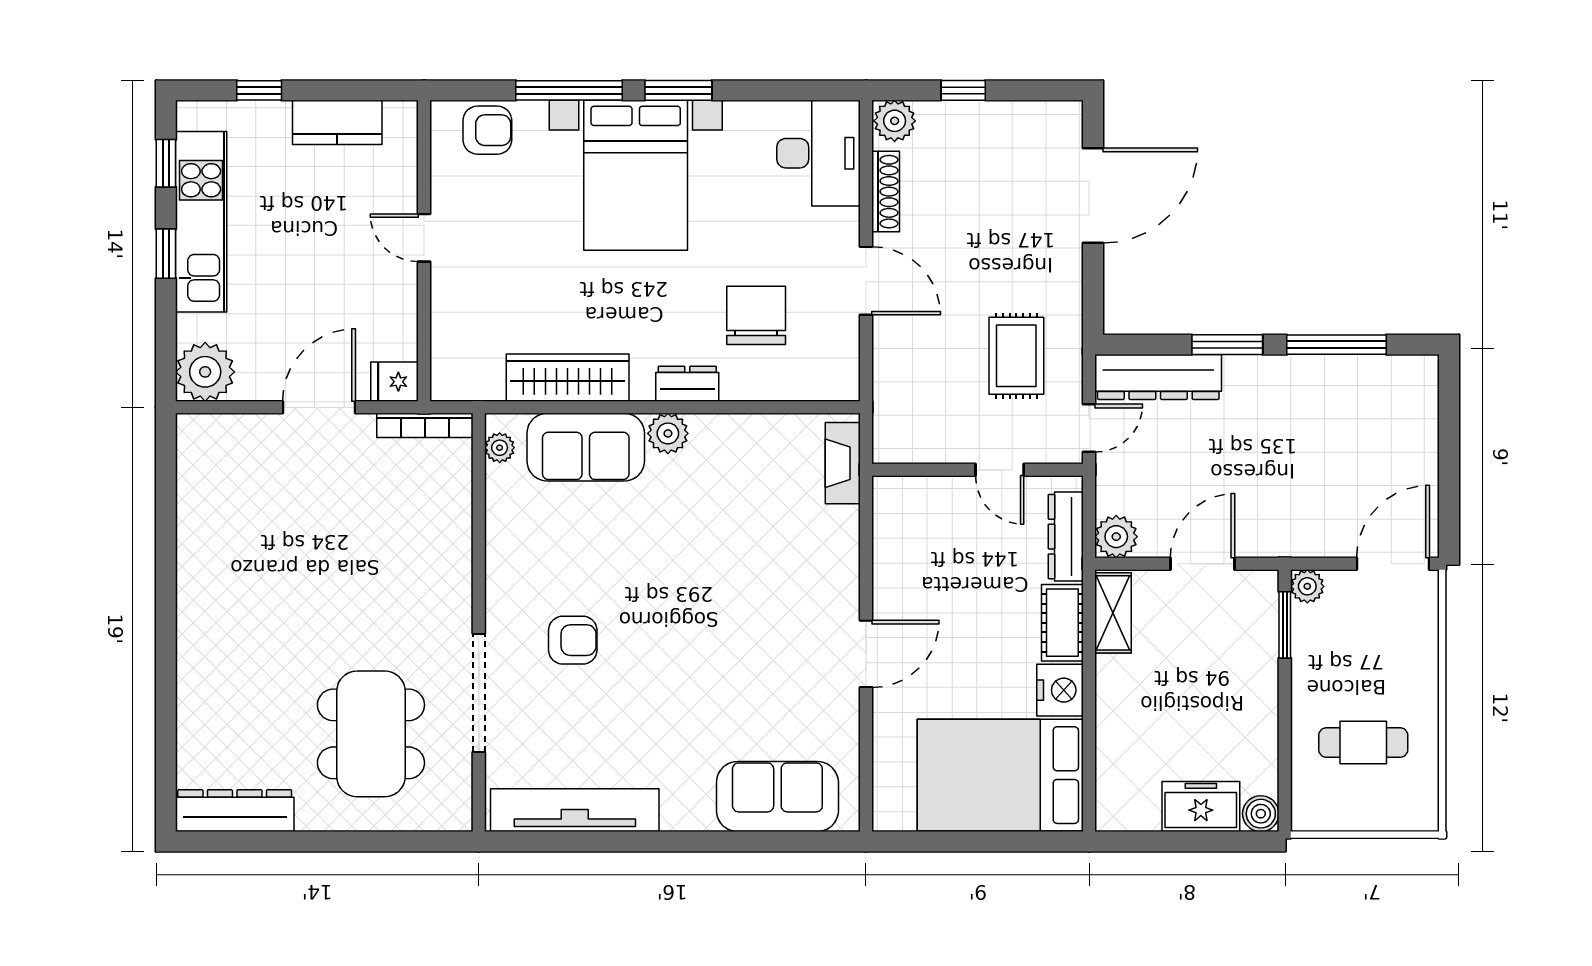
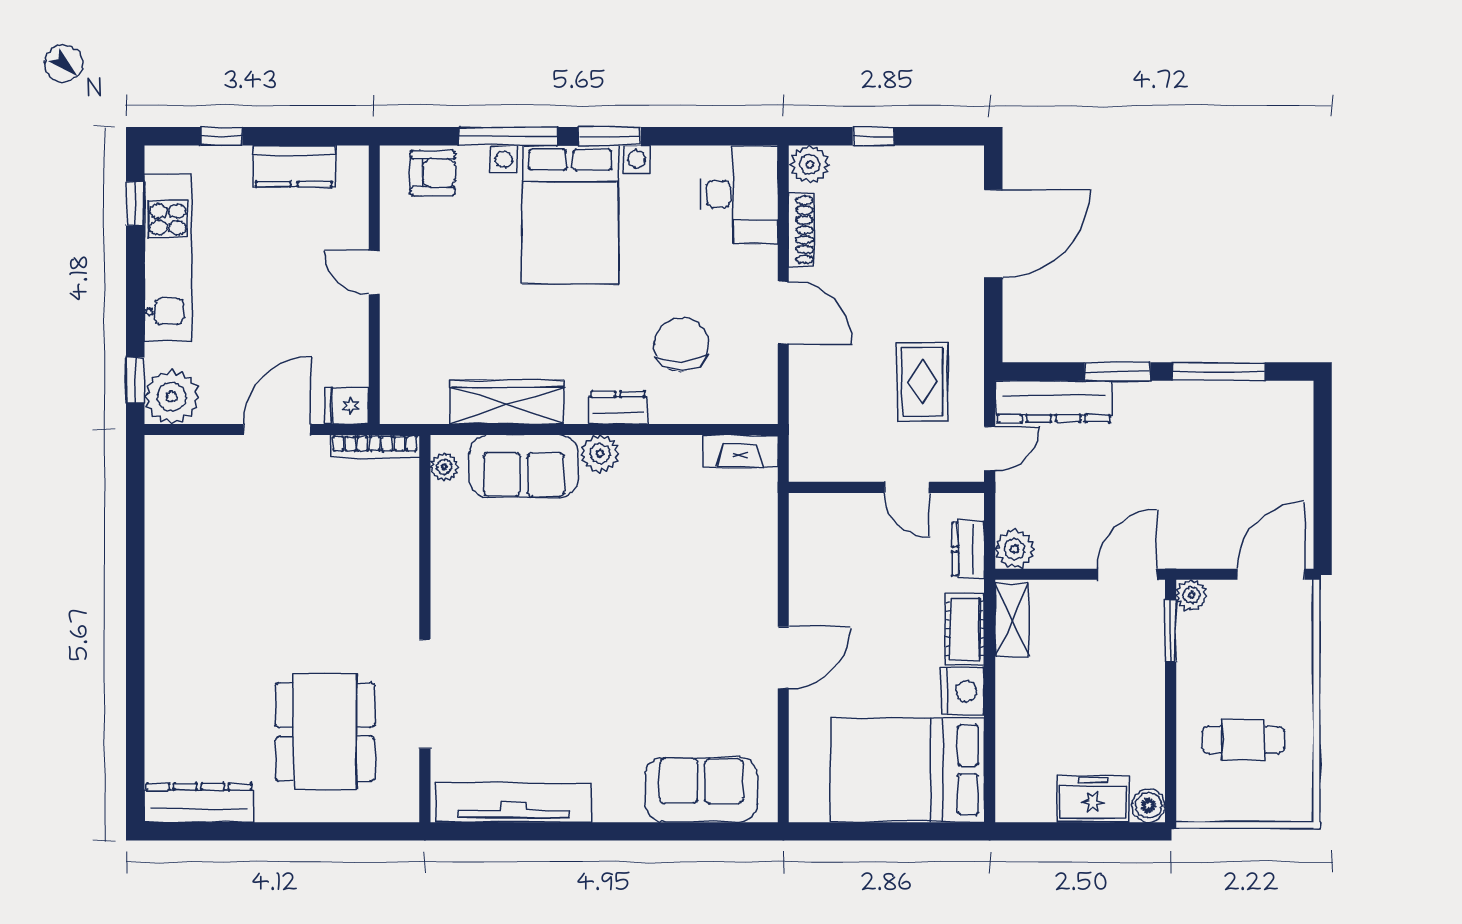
window: (166, 254) -> (135, 380), moved
fireplace: (843, 463) -> (740, 451), moved, turned -90
dresser: (1066, 537) -> (968, 549), width x0.70
door: (1203, 564) -> (1127, 574), moved
armchair: (573, 640) -> (512, 645), removed

